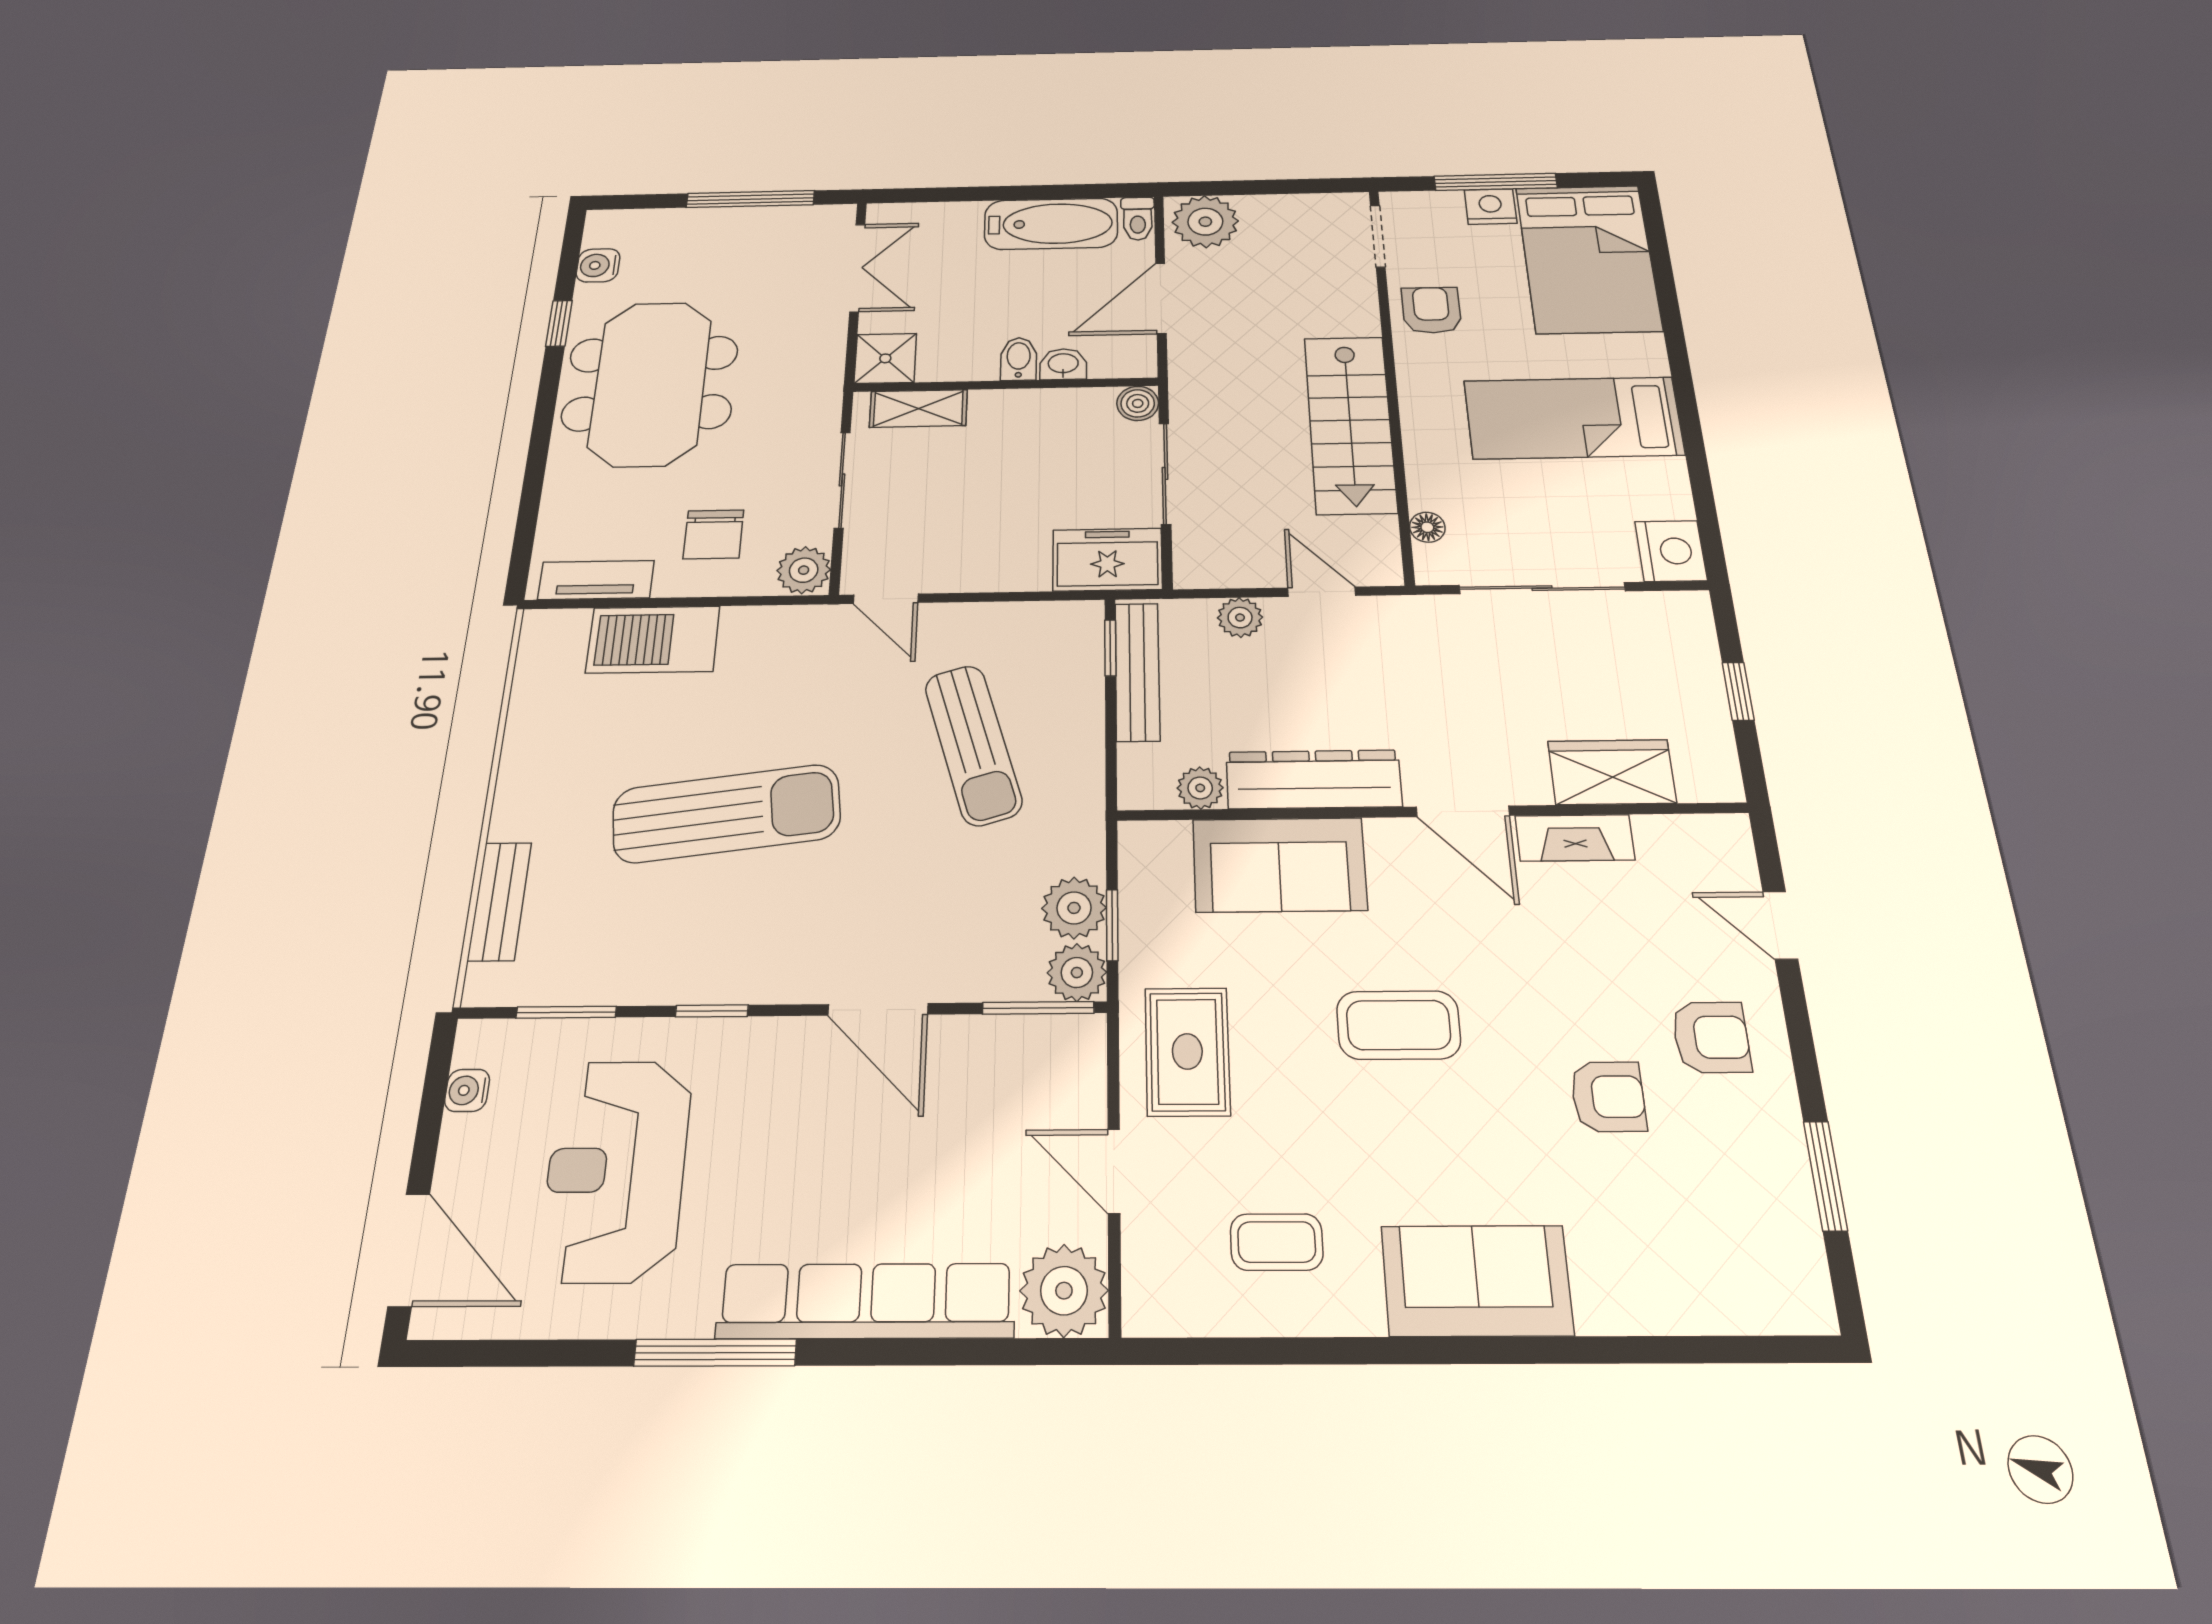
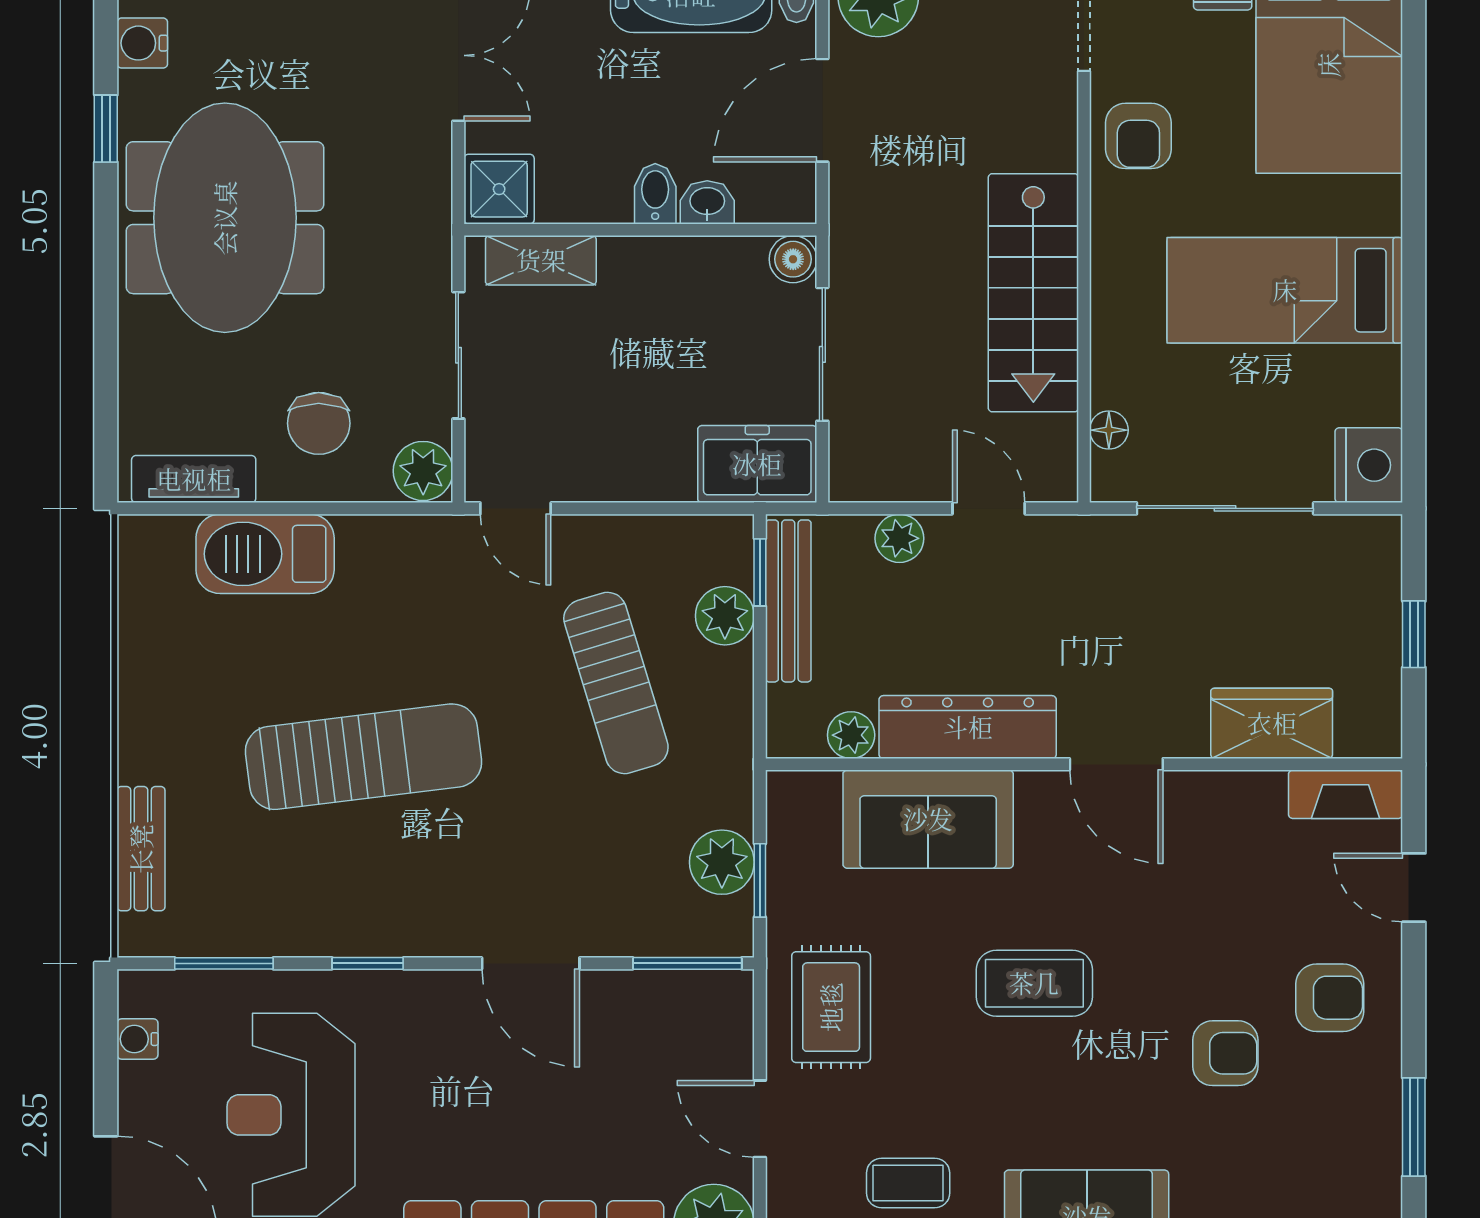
armchair: (1431, 310) -> (1138, 136), turned 180
fireplace: (1575, 838) -> (1346, 794), moved
plant: (1077, 973) -> (725, 616), moved

